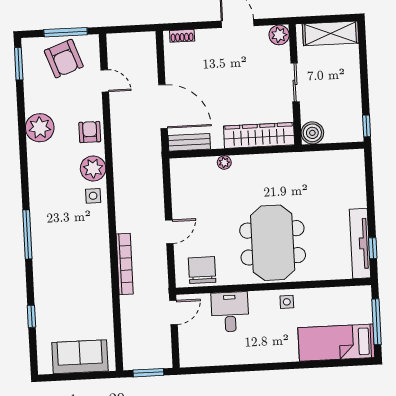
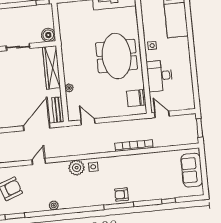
door: (105, 81) -> (39, 162), moved
plant: (40, 128) -> (54, 205), width x0.53, depth x0.53
armchair: (90, 132) -> (122, 195), moved
door: (169, 232) -> (88, 122), moved
meeting table: (273, 243) -> (117, 56), turned 90
desk: (230, 312) -> (159, 76), width x1.37

